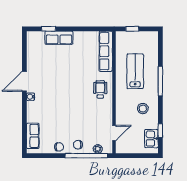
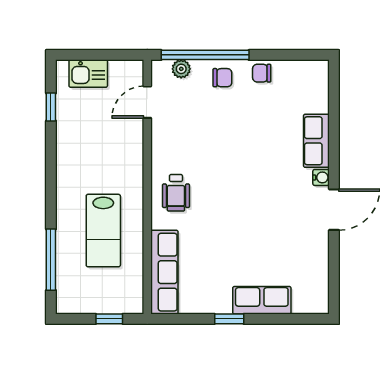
window: (49, 29) -> (229, 319), moved
window: (160, 81) -> (51, 260), moved
stool: (143, 109) -> (87, 153), removed
row of seats: (33, 136) -> (316, 141), moved
kitchen sink: (151, 139) -> (88, 74), moved, turned 90

